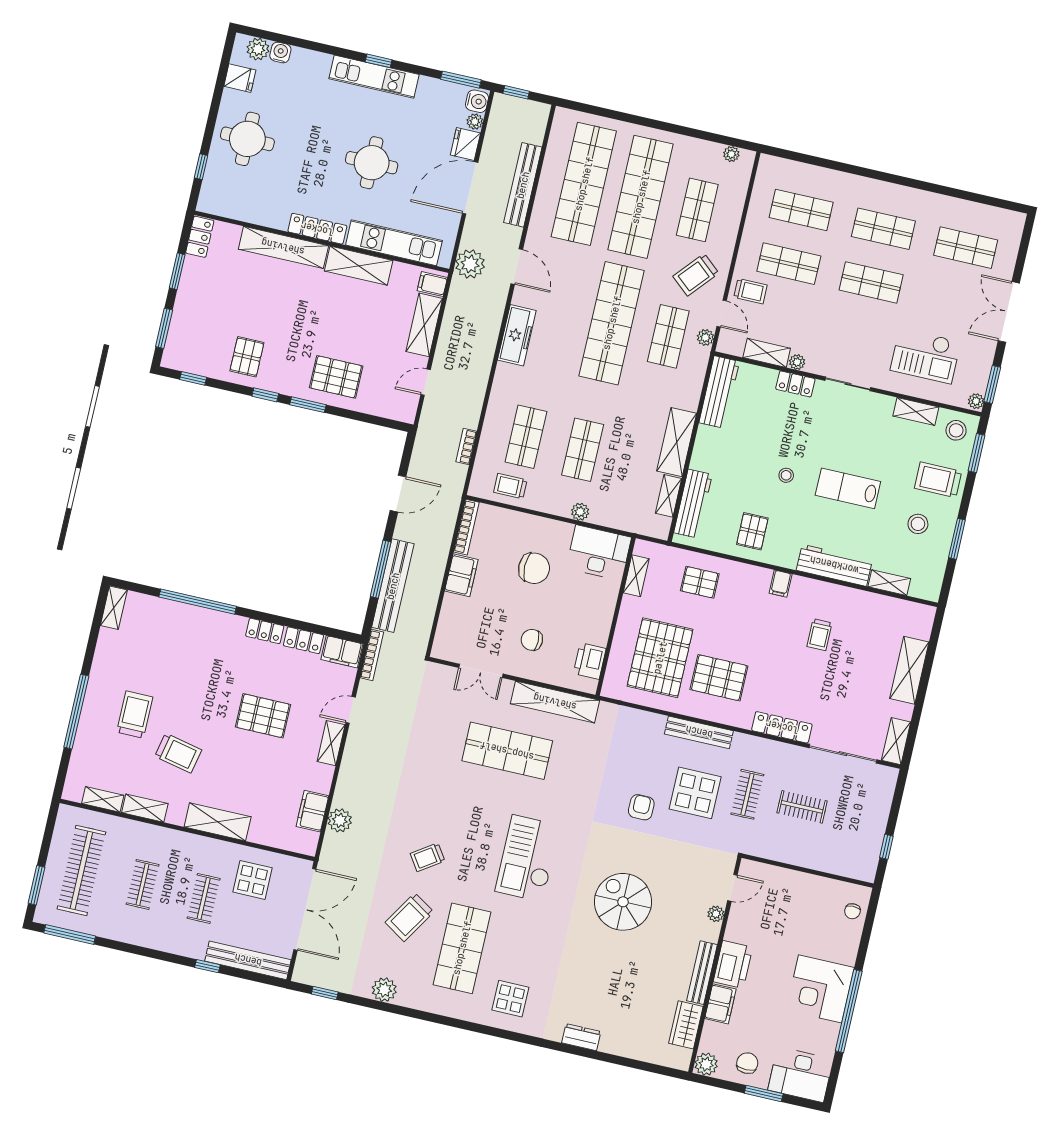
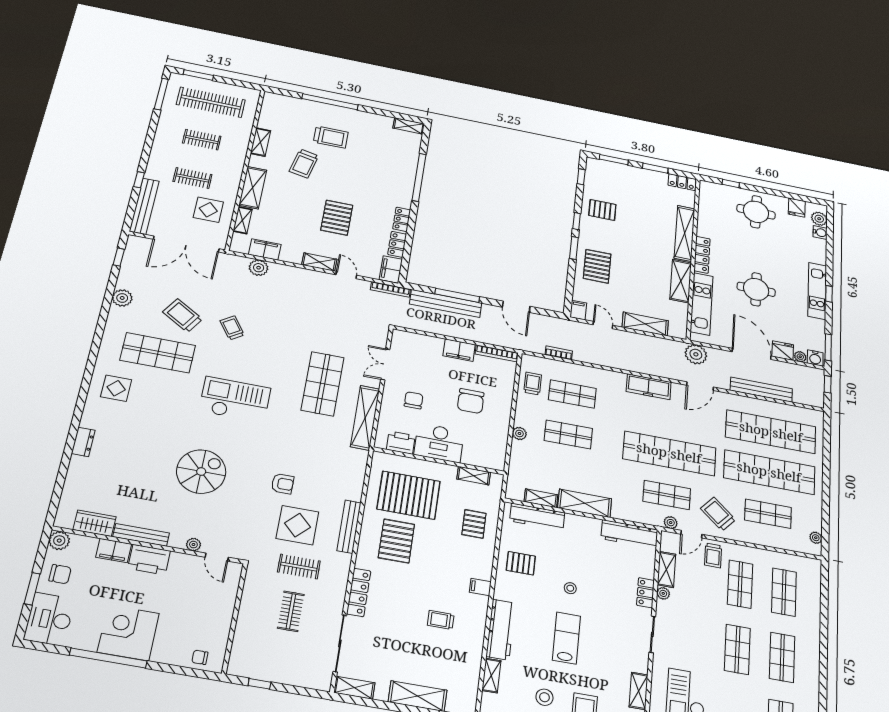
filing cabinet: (432, 284) -> (578, 310), moved
desk: (599, 553) -> (439, 443), moved, turned 90
shelving: (103, 799) -> (242, 220), moved

